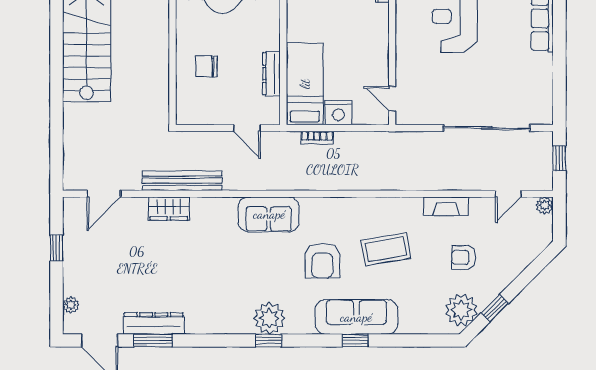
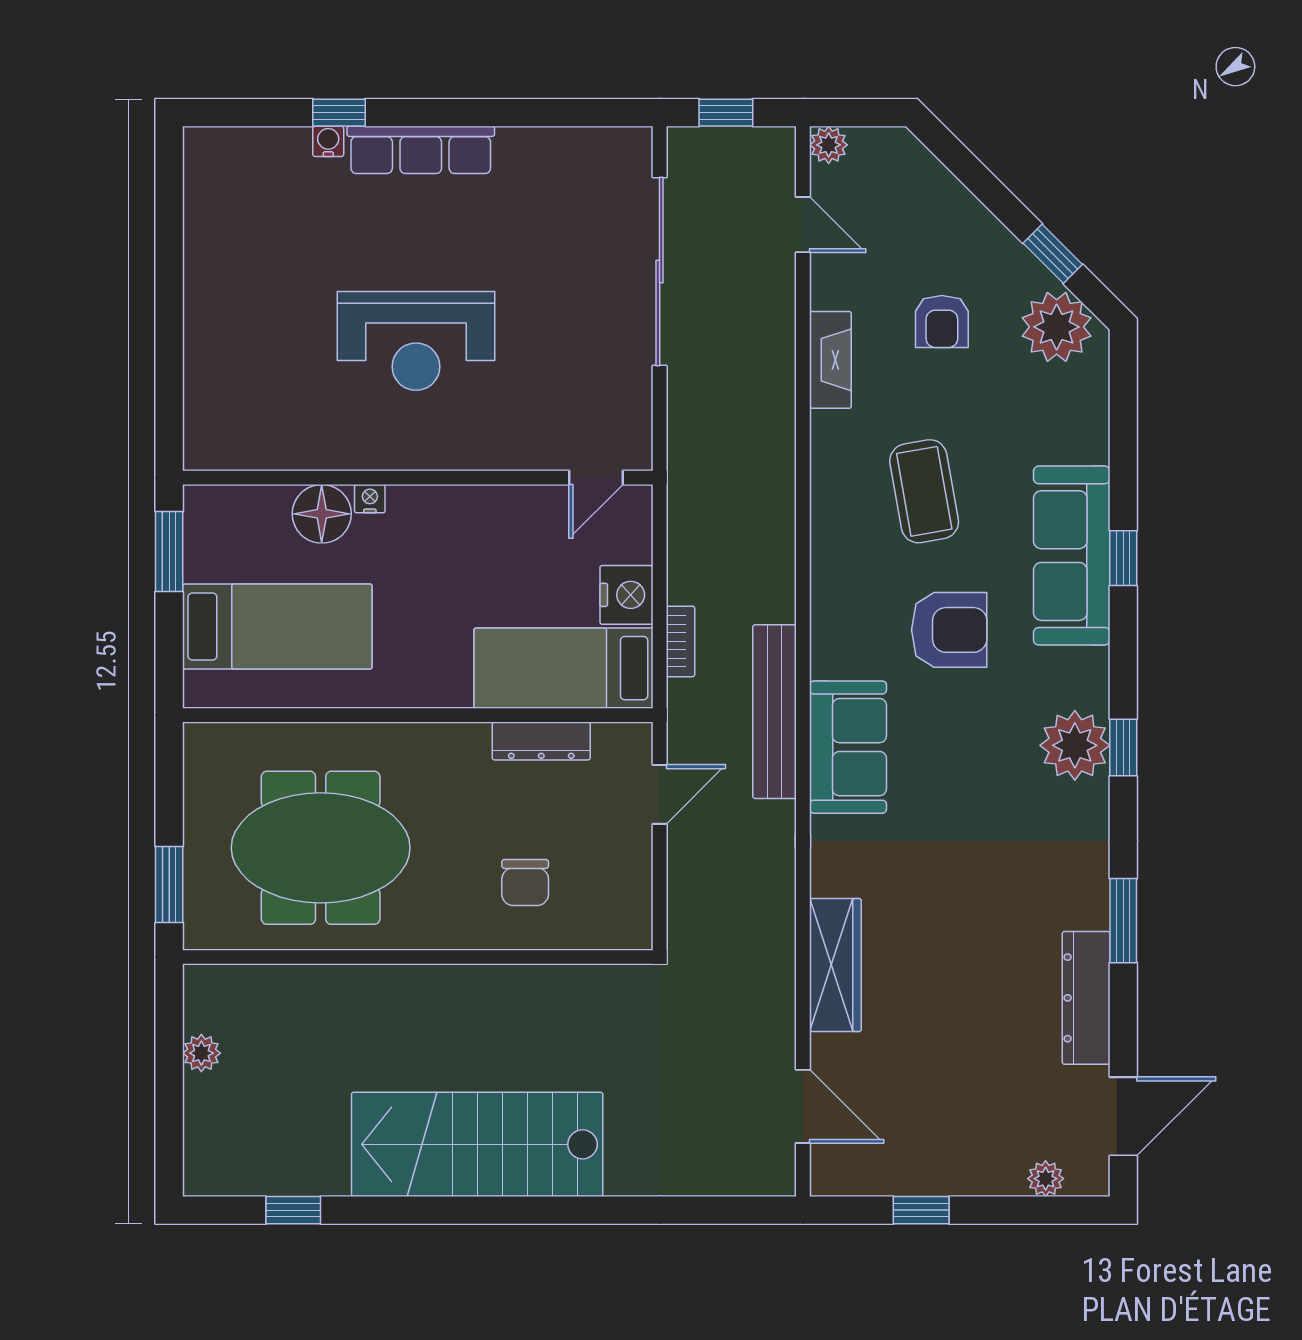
bench: (182, 181) -> (775, 712), moved
wardrobe: (169, 209) -> (835, 965), width x1.50
window: (153, 340) -> (1123, 921), moved

